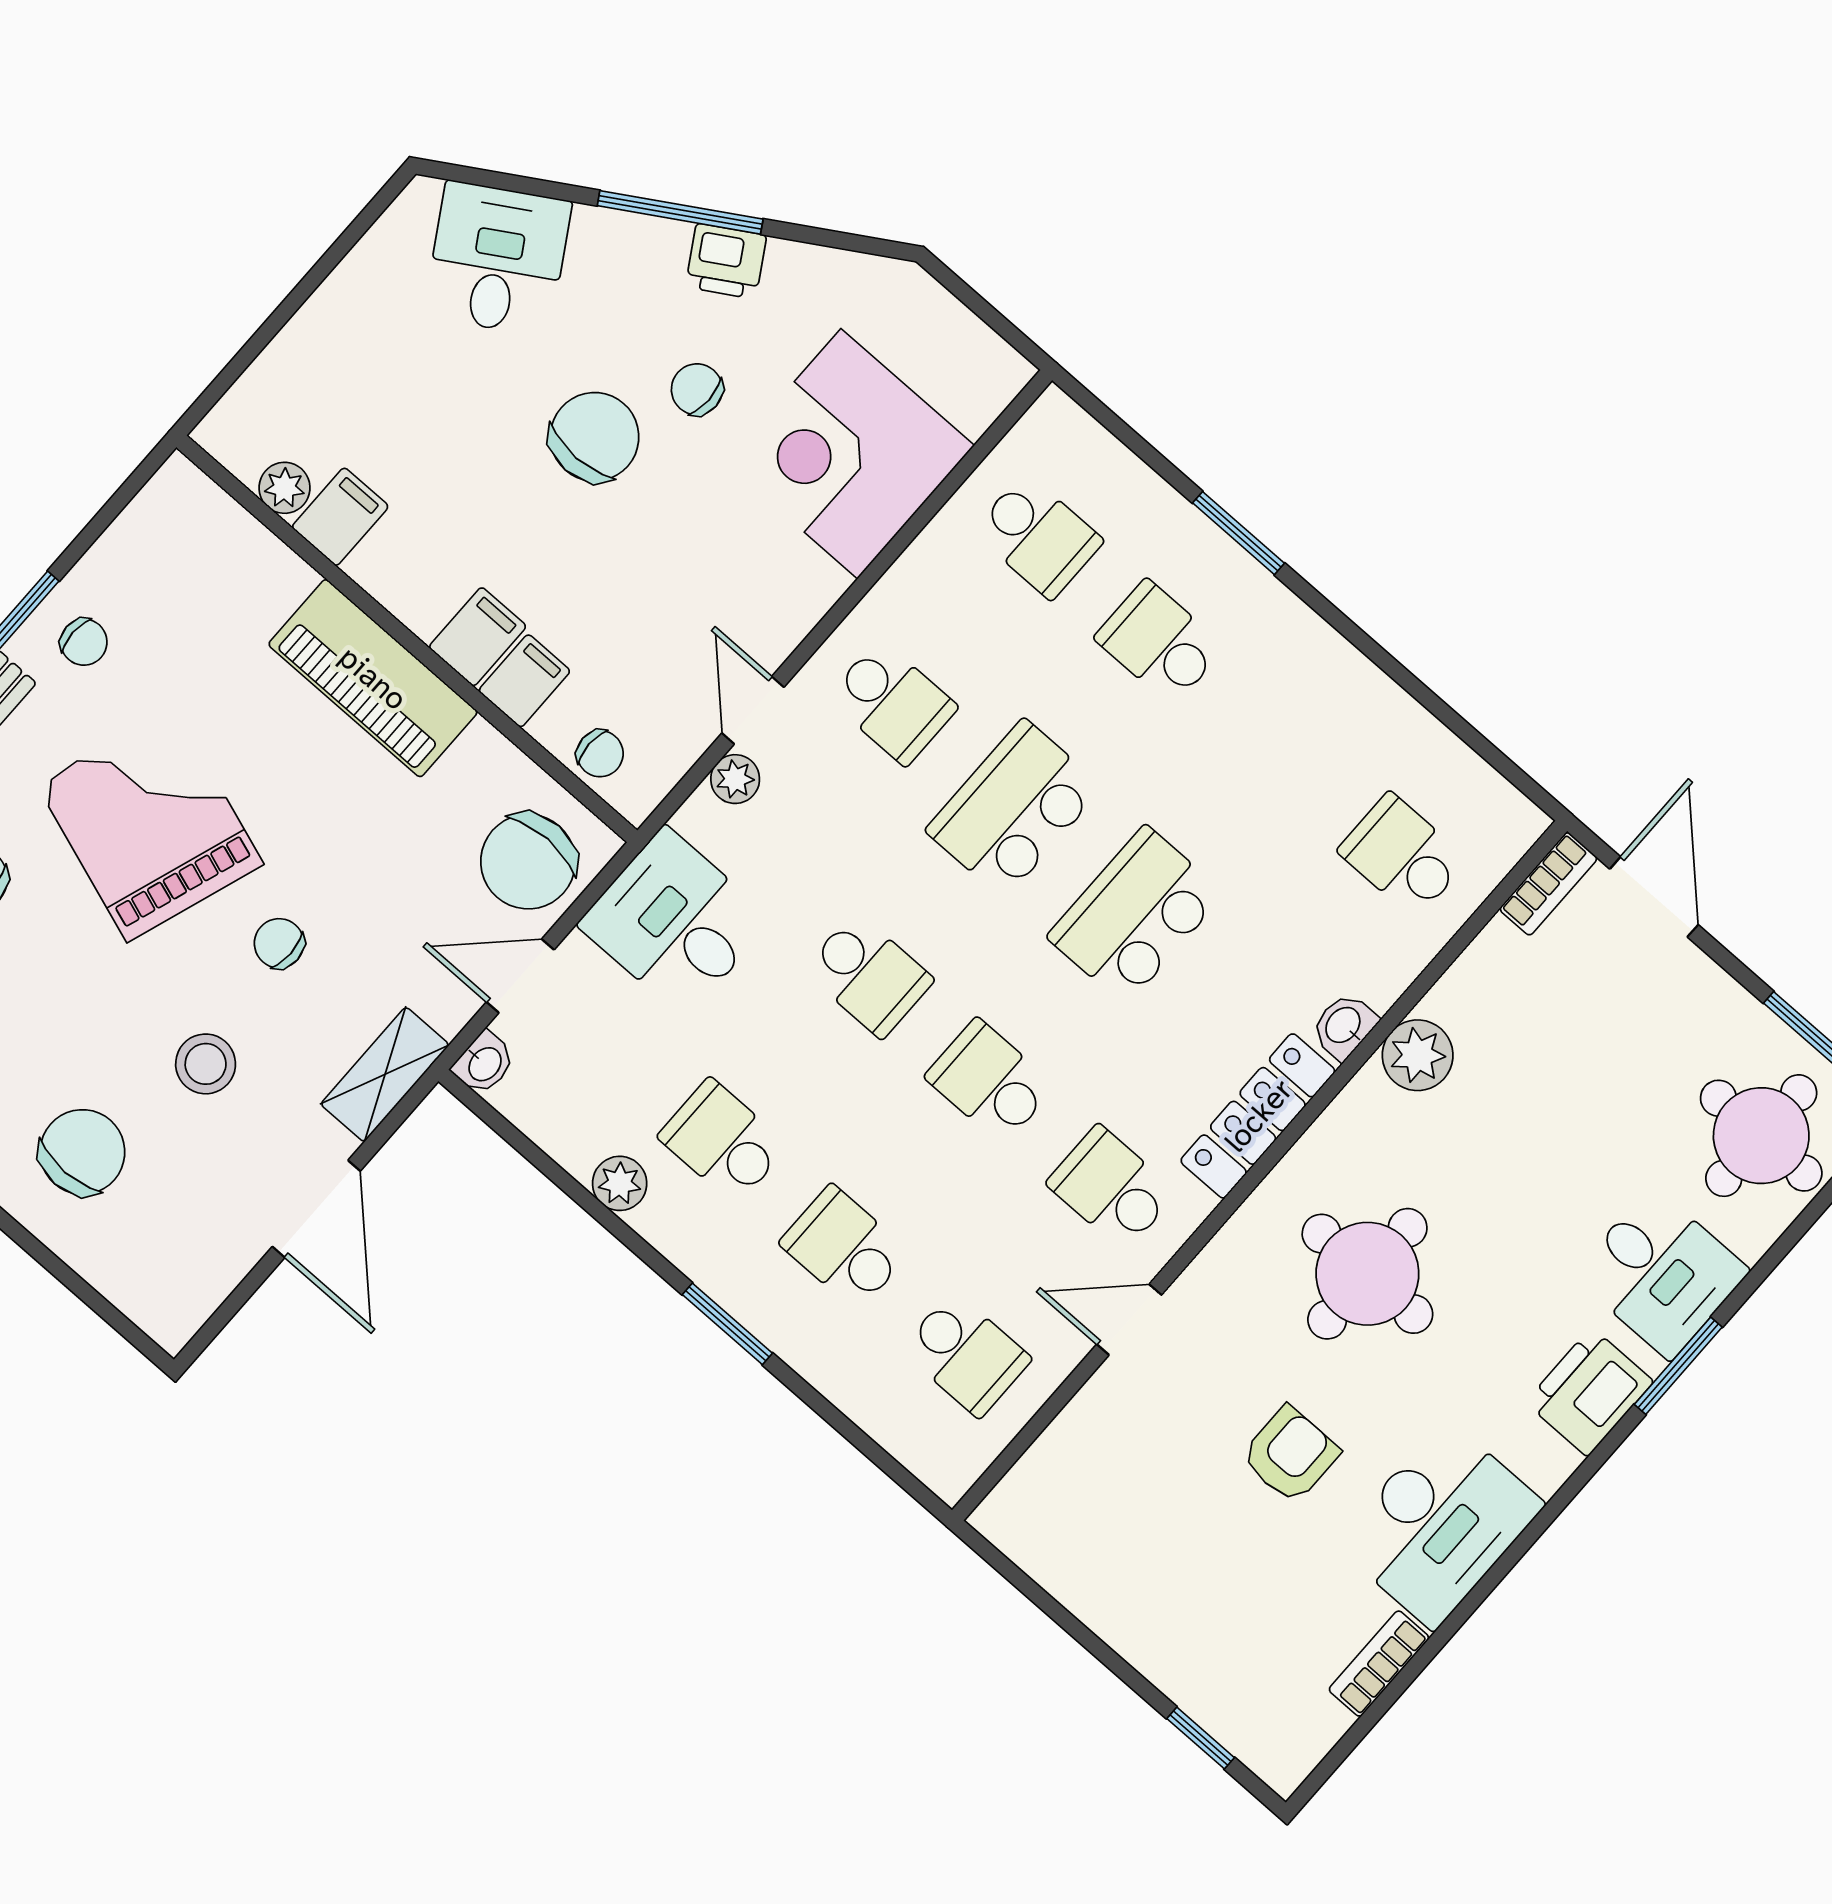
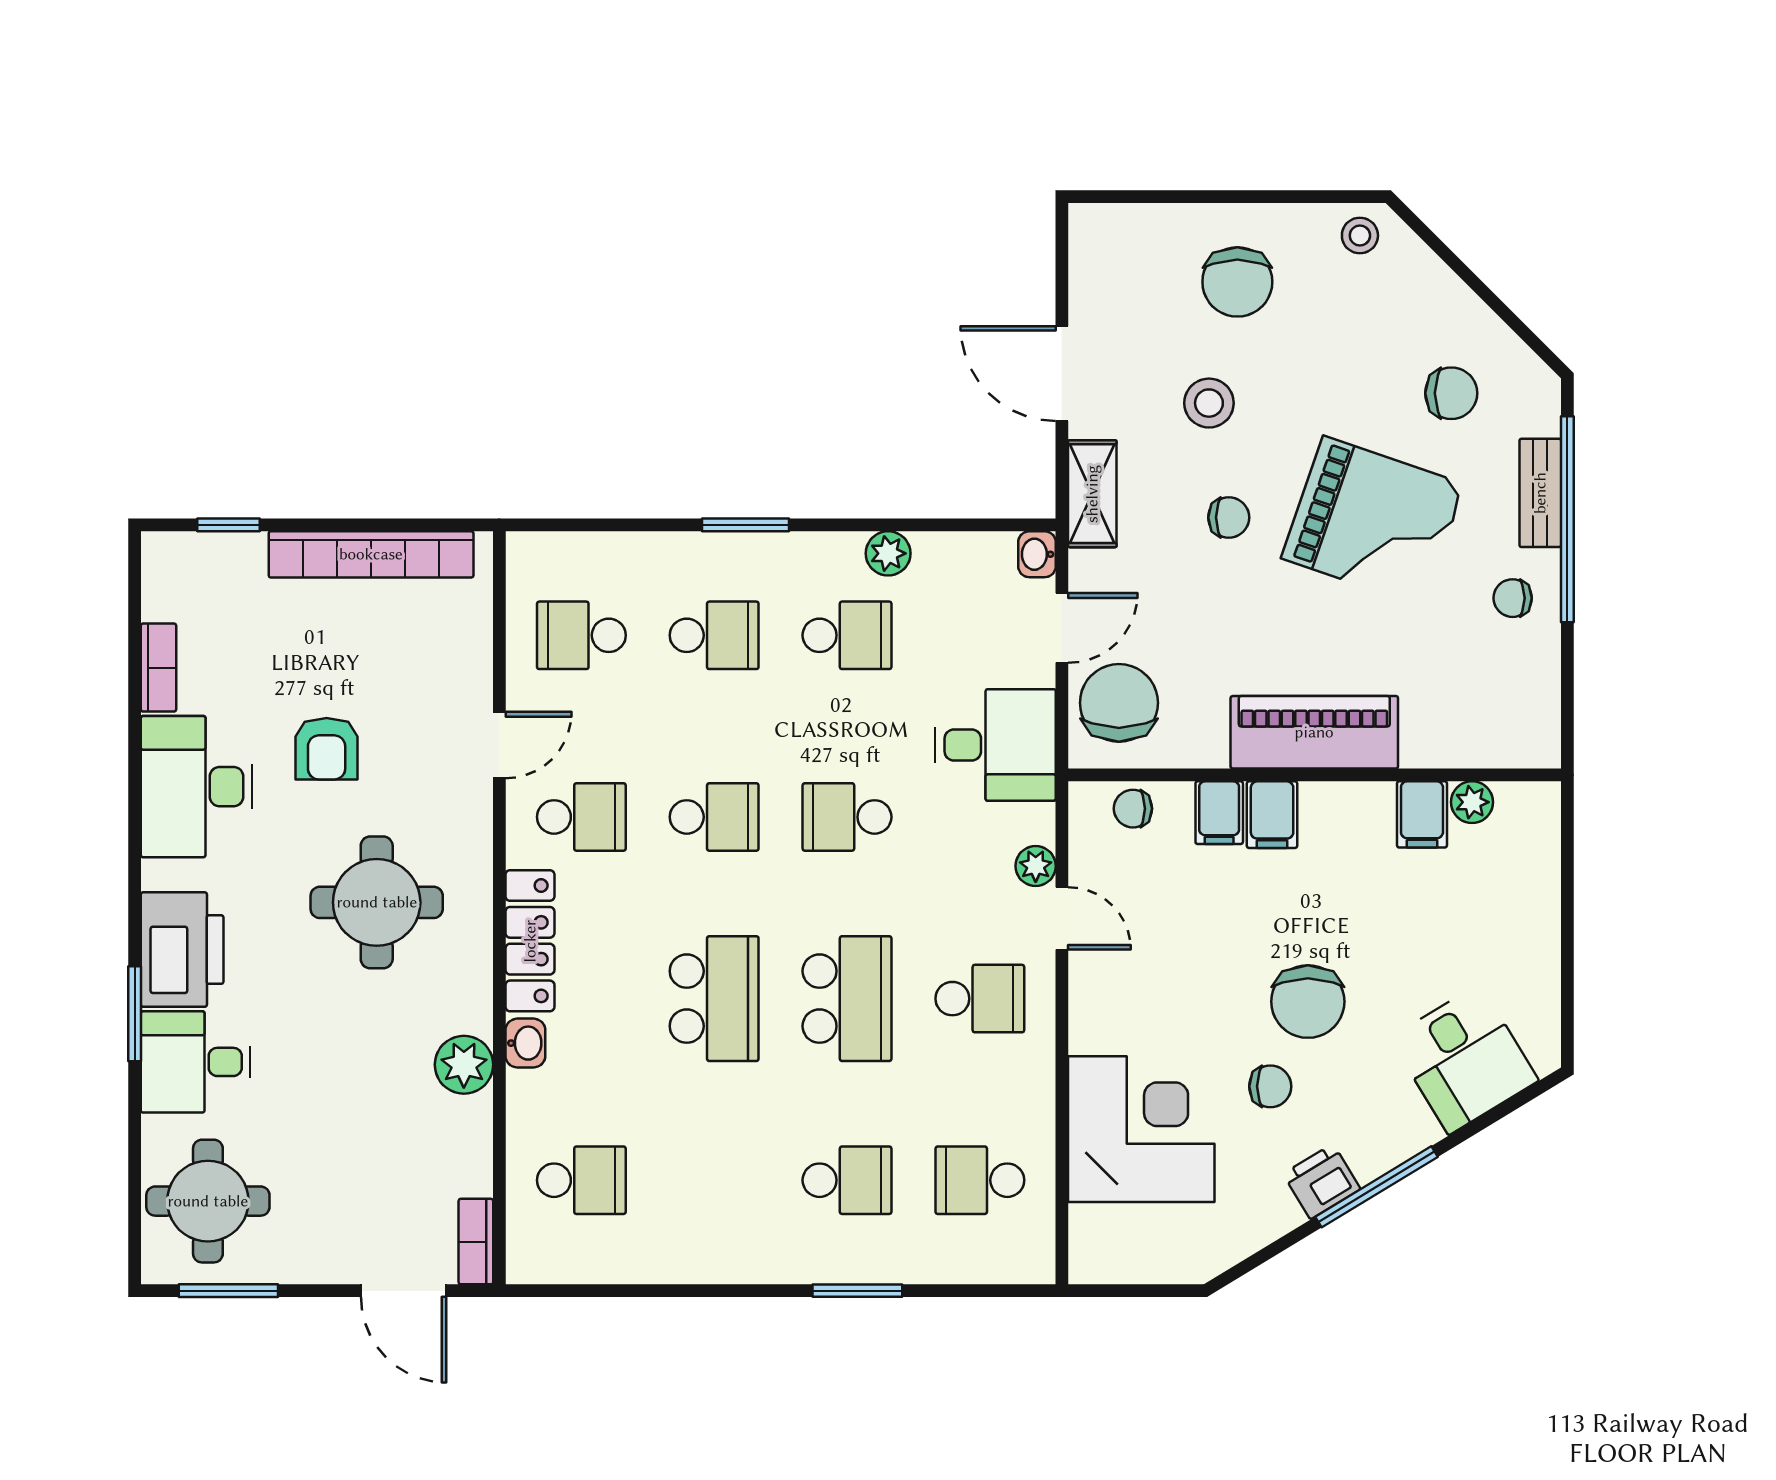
school desk: (892, 702) -> (980, 999), turned 180
printer: (1589, 1392) -> (182, 950), width x1.37, depth x1.19
bookcase: (1094, 1597) -> (371, 554), added

